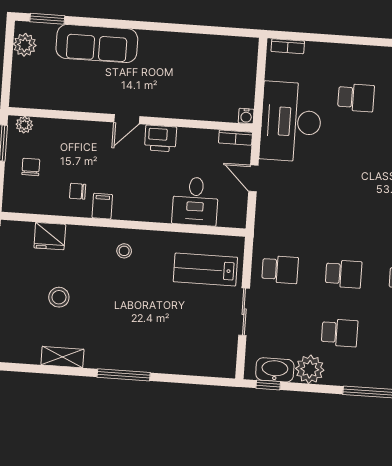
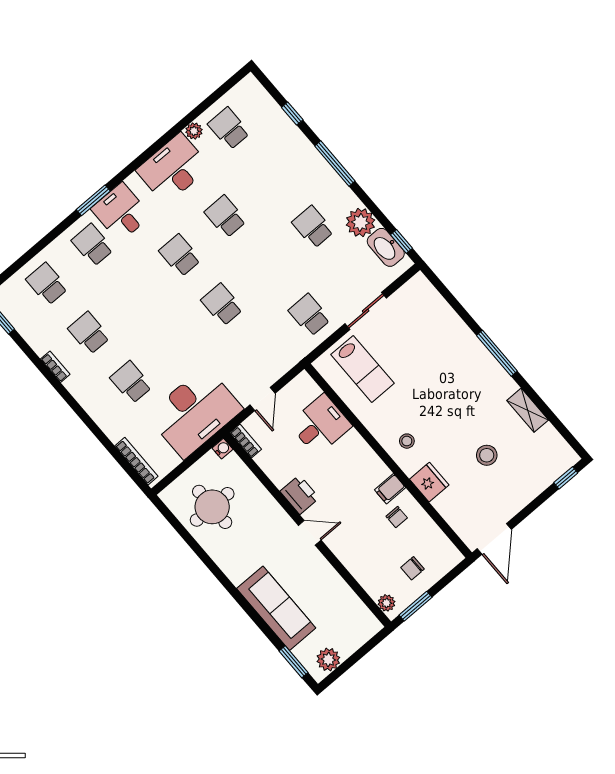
bookcase: (288, 46) -> (136, 461), width x1.56
round table: (212, 69) -> (212, 507), added
fridge: (50, 236) -> (429, 482), moved
school desk: (344, 274) -> (222, 305), moved

